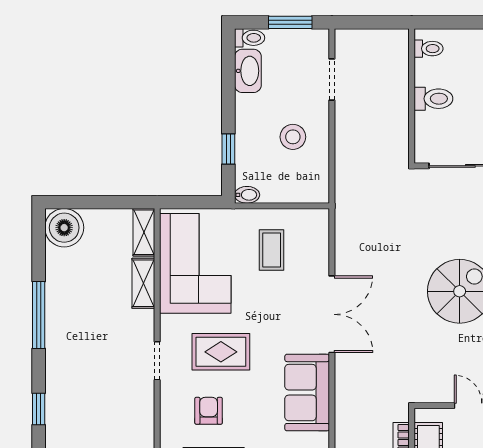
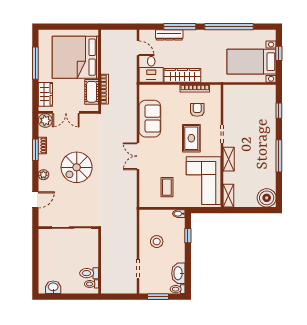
toilet: (433, 99) -> (89, 273), moved
shelving: (143, 283) -> (229, 159), moved
double door: (332, 314) -> (138, 156), width x0.73
rug: (221, 352) -> (191, 138), turned 90
armchair: (209, 411) -> (197, 110), turned 180

